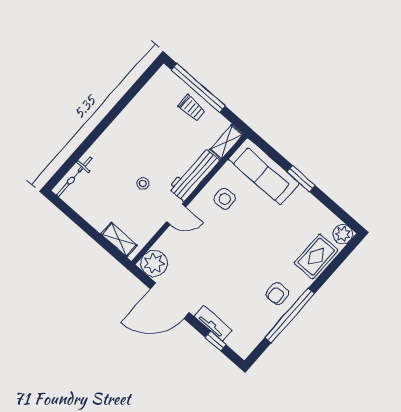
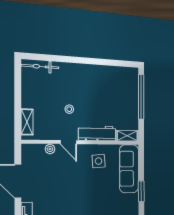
trolley: (192, 108) -> (129, 102), removed
plant: (154, 263) -> (50, 149), moved, width x0.53, depth x0.53

